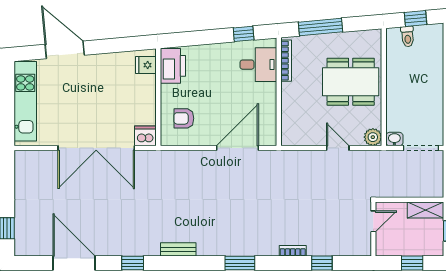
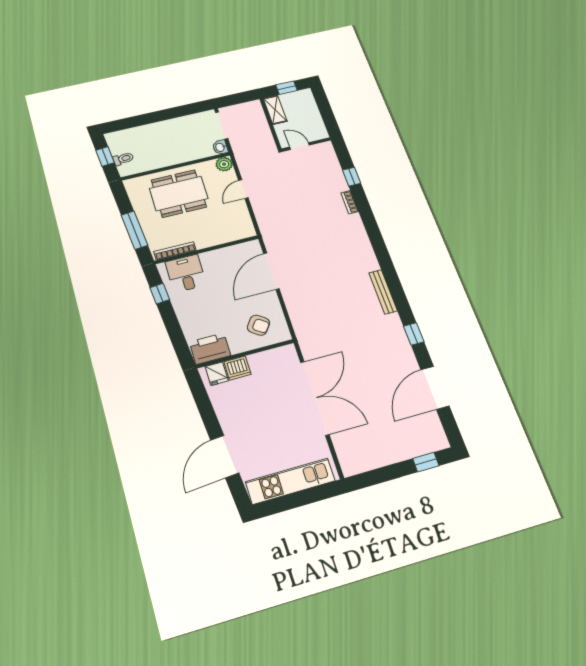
dining table: (351, 82) -> (179, 193), turned 90
armchair: (184, 118) -> (259, 325), turned -54
dishwasher: (145, 136) -> (237, 368), moved, turned -90
door: (237, 148) -> (271, 271), hinge flipped
bench: (178, 249) -> (383, 292), width x1.36
window: (240, 263) -> (377, 242), removed
window: (412, 263) -> (325, 109), removed

